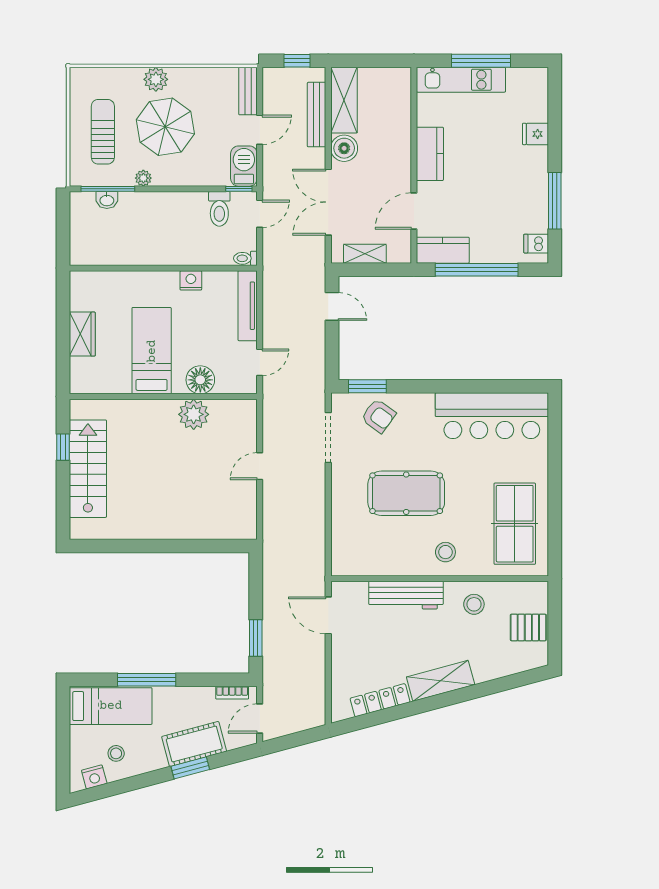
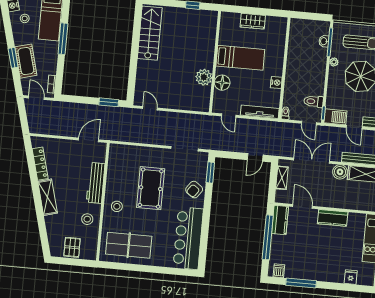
fridge: (535, 134) -> (351, 277), moved
armchair: (378, 416) -> (194, 190), moved
door: (260, 466) -> (150, 108), moved
stairs: (88, 469) -> (150, 33), moved, turned -90
window: (256, 638) -> (109, 102), moved

